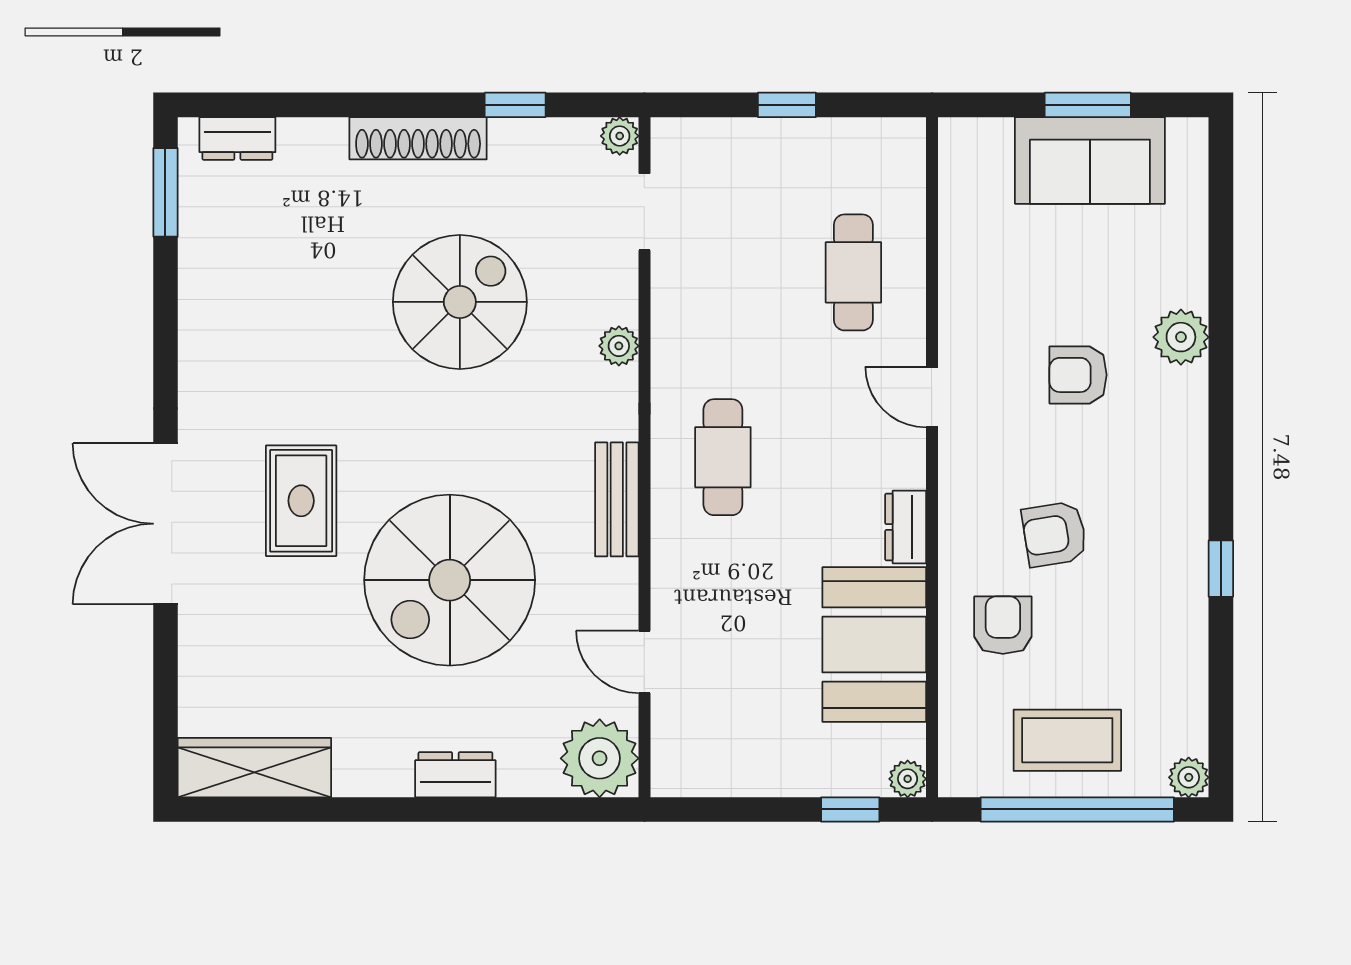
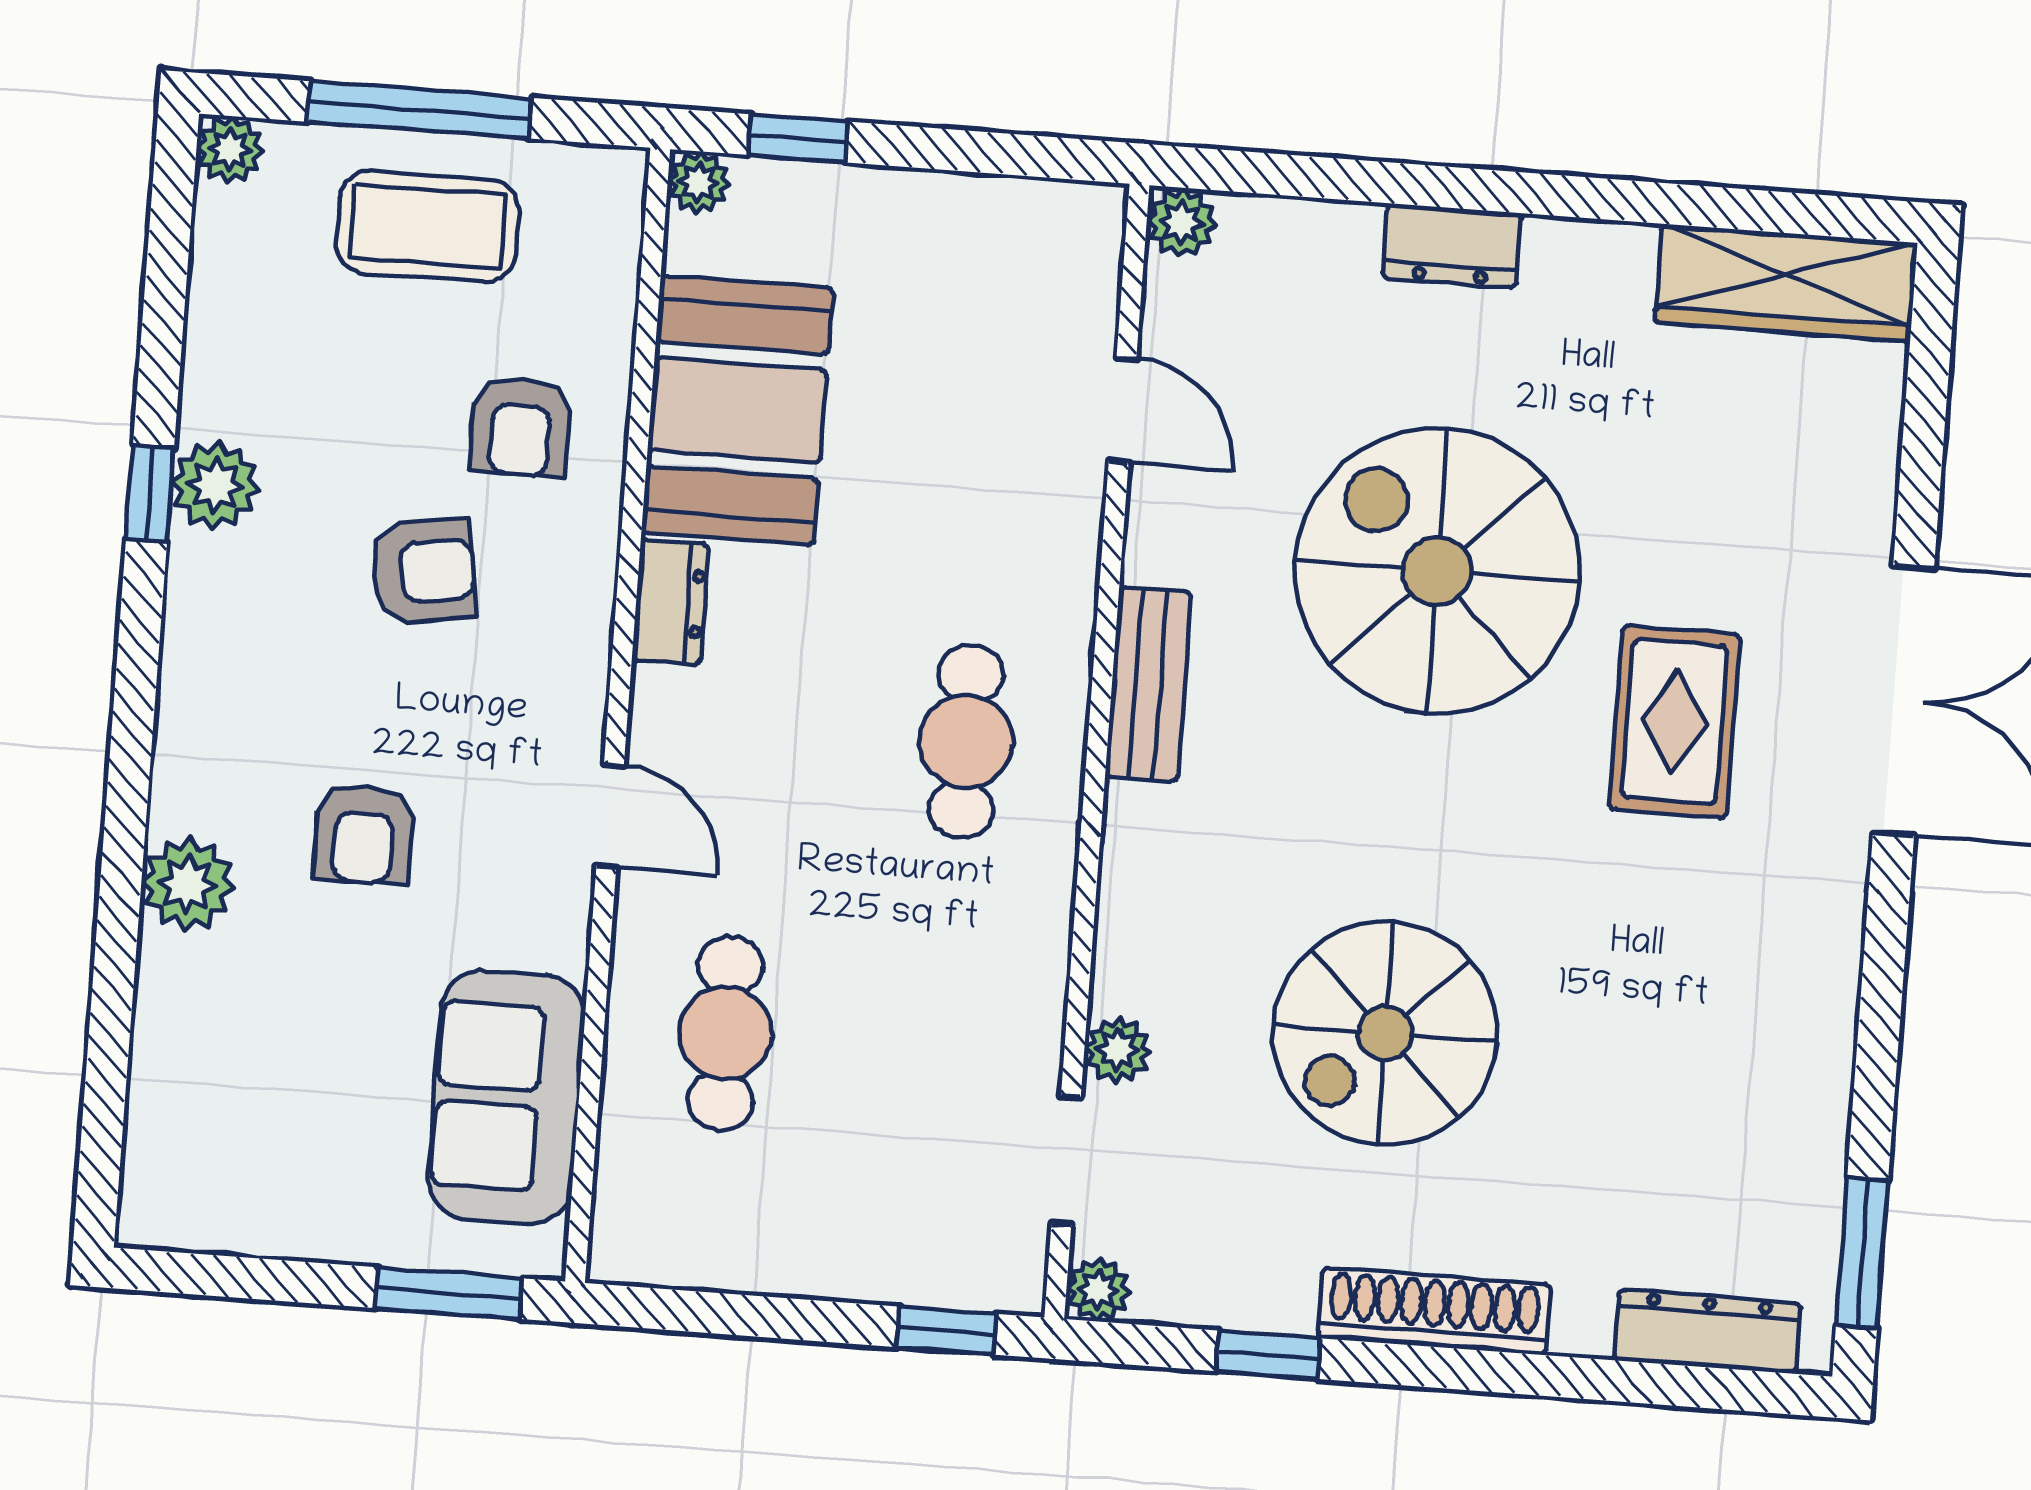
window: (787, 105) -> (946, 1331), moved
window: (1088, 105) -> (449, 1293), moved
dresser: (237, 138) -> (1708, 1332), width x1.44
sofa: (1090, 160) -> (506, 1097), moved, turned -90
plant: (619, 346) -> (1117, 1050), moved
armchair: (1078, 375) -> (364, 834), turned 90
plant: (1182, 576) -> (215, 486), added
spiral stairs: (450, 580) -> (1437, 571), turned -90
plant: (600, 758) -> (1181, 222), width x0.53, depth x0.53
window: (1077, 809) -> (420, 110), width x0.68

